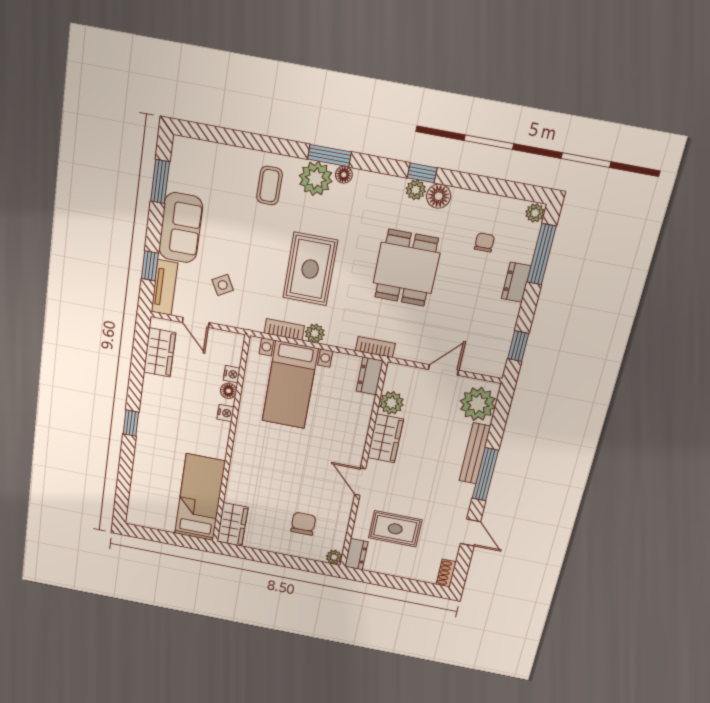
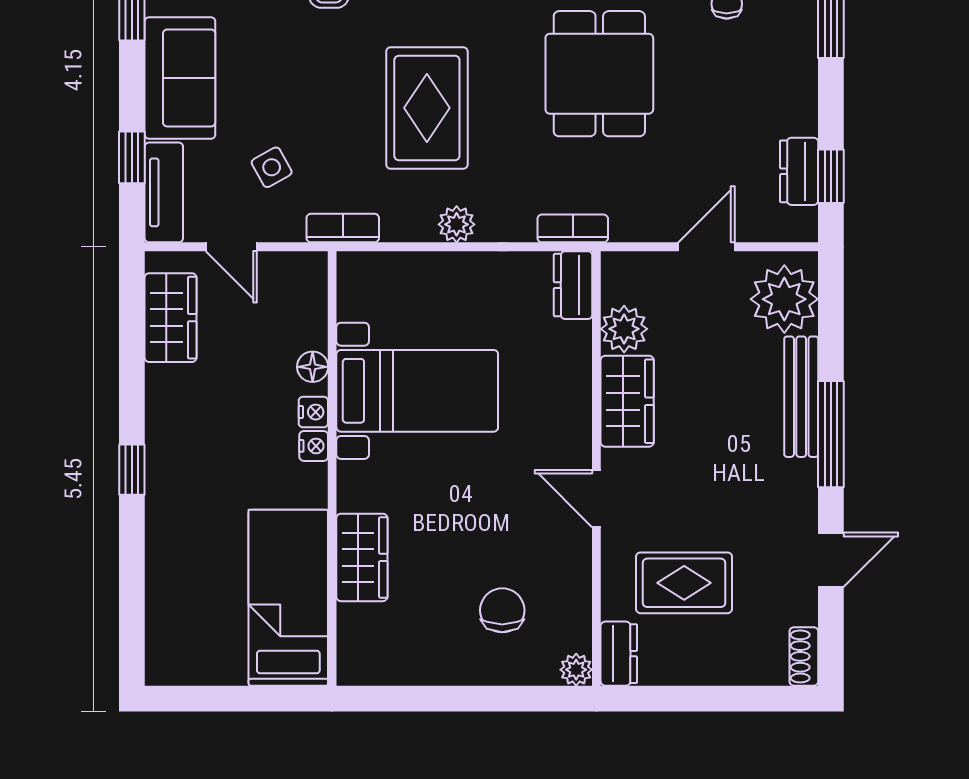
dresser: (516, 282) -> (799, 171), moved
bookcase: (284, 329) -> (343, 228), moved
nightstand: (232, 374) -> (314, 446), moved
bed with nightstands: (290, 385) -> (417, 391), moved, turned -90
wardrobe: (232, 524) -> (362, 557), moved
door: (470, 533) -> (831, 560), hinge flipped

